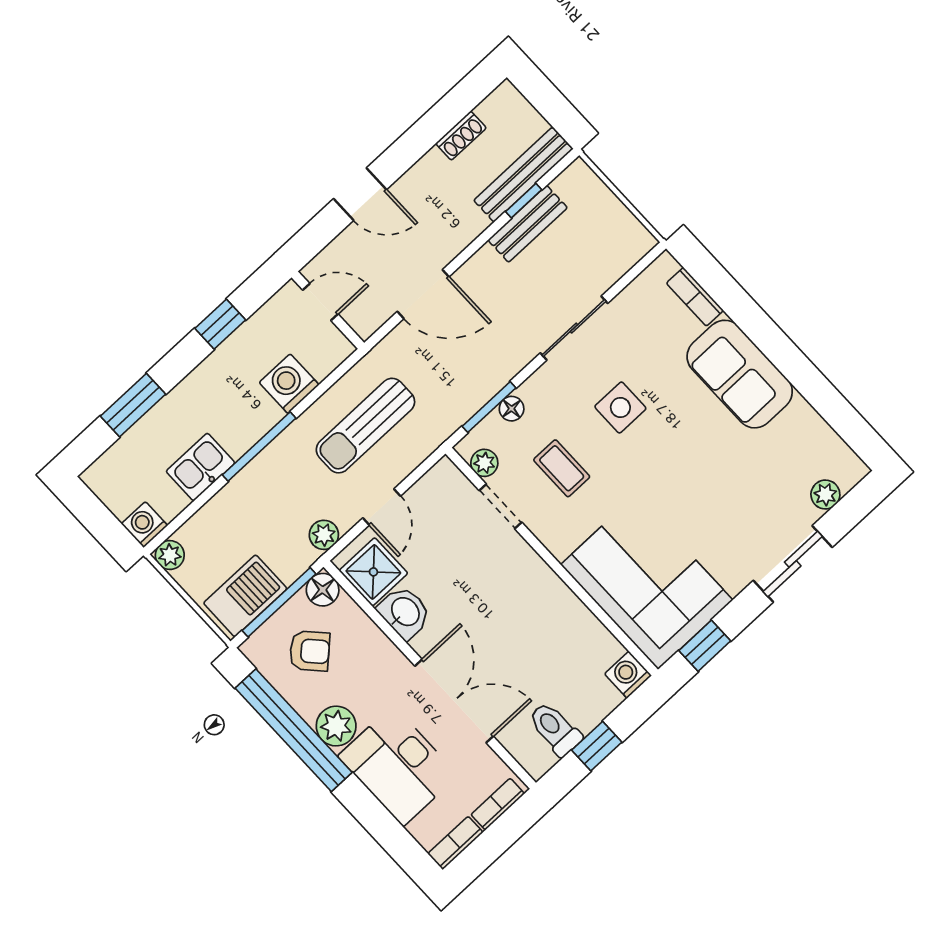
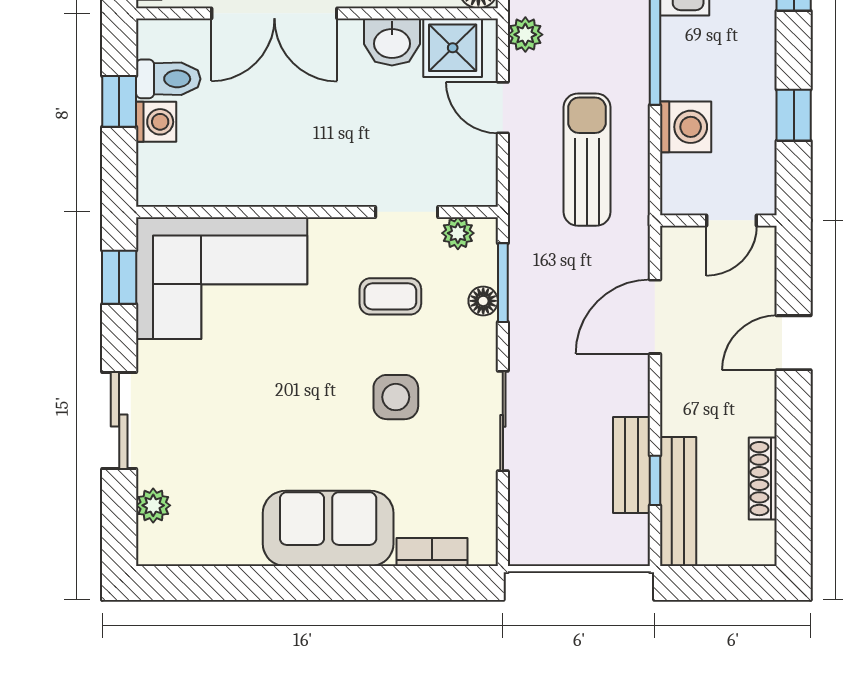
shoe rack: (461, 136) -> (763, 479), width x1.43
washing machine: (628, 675) -> (156, 122), moved

